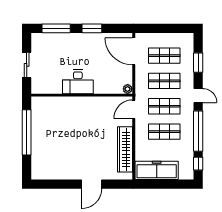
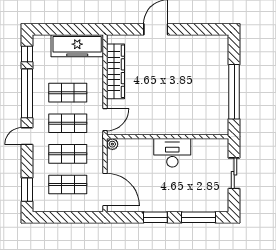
window: (198, 63) -> (27, 190), moved
door: (198, 96) -> (27, 136), hinge flipped

